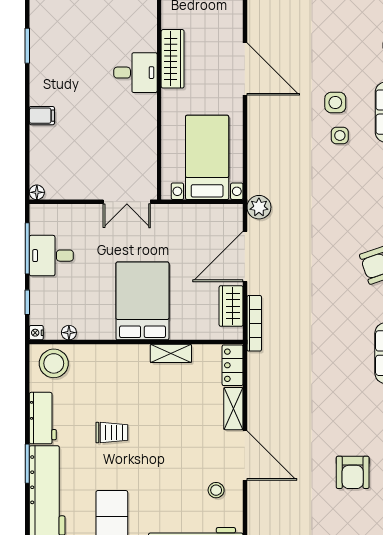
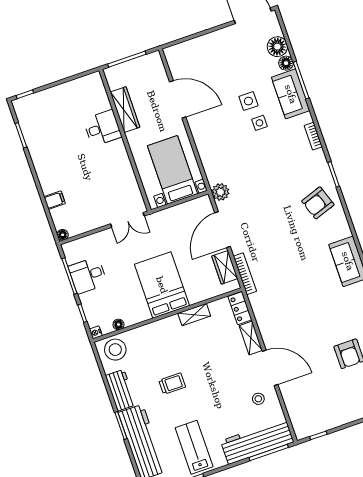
filing cabinet: (42, 116) -> (55, 200), moved

